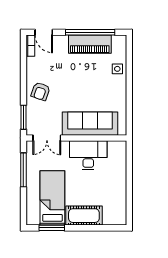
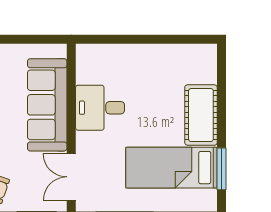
double door: (47, 138) -> (71, 177), swing flipped
desk: (88, 155) -> (100, 108), width x0.73

